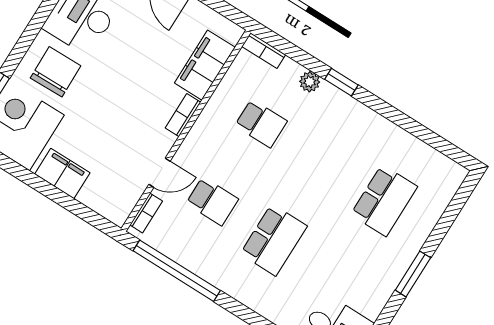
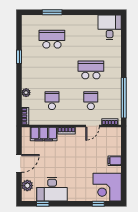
chair: (56, 72) -> (80, 186), removed
window: (341, 82) -> (19, 57), moved
filing cabinet: (62, 173) -> (115, 161), width x0.50
door: (160, 173) -> (92, 126), swing flipped
window: (413, 274) -> (52, 12), moved

